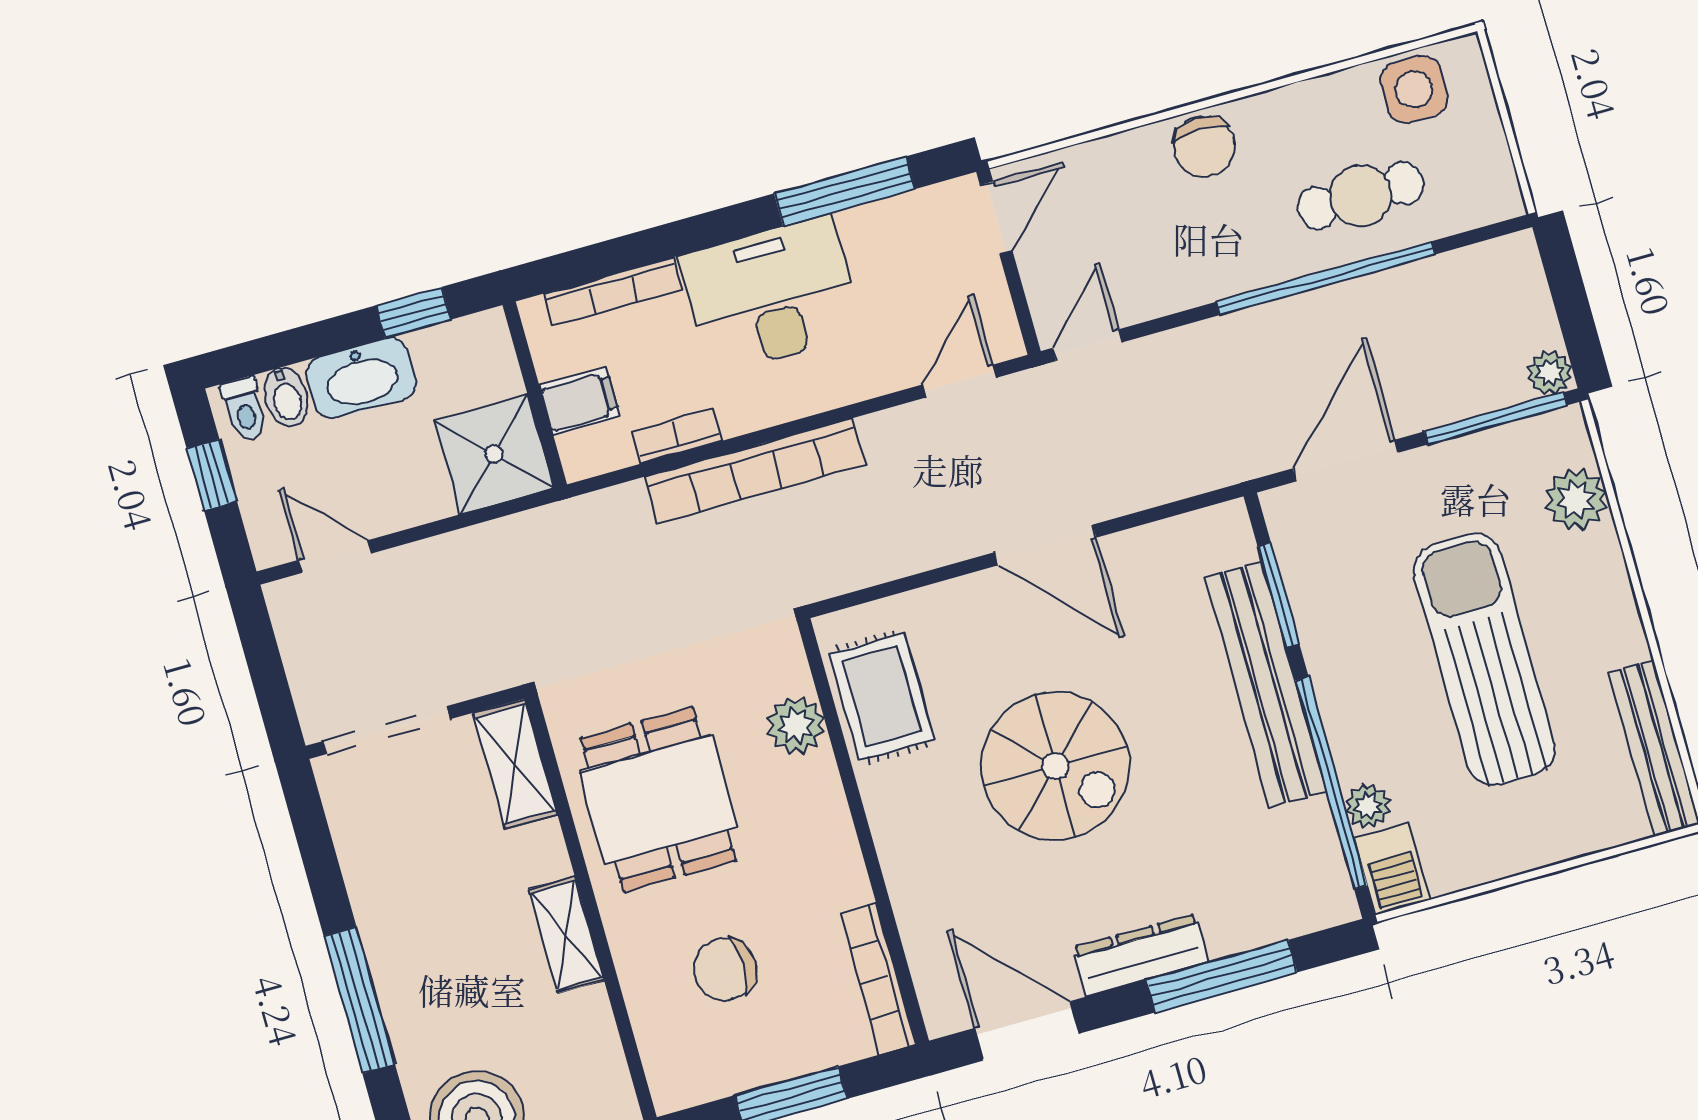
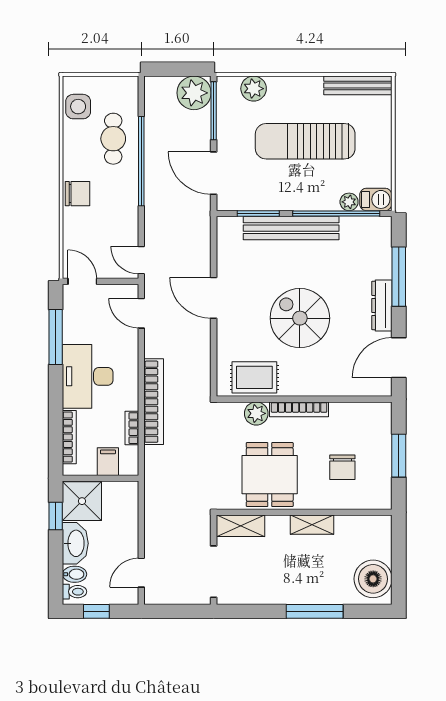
plant: (1550, 373) -> (194, 93), width x1.88, depth x1.88
shower: (494, 454) -> (82, 501), moved
door: (1045, 545) -> (214, 298), swing flipped
spiral stairs: (1055, 766) -> (300, 318), turned -90
dining table: (658, 799) -> (270, 475), turned 90
bookcase: (878, 979) -> (299, 409), moved

